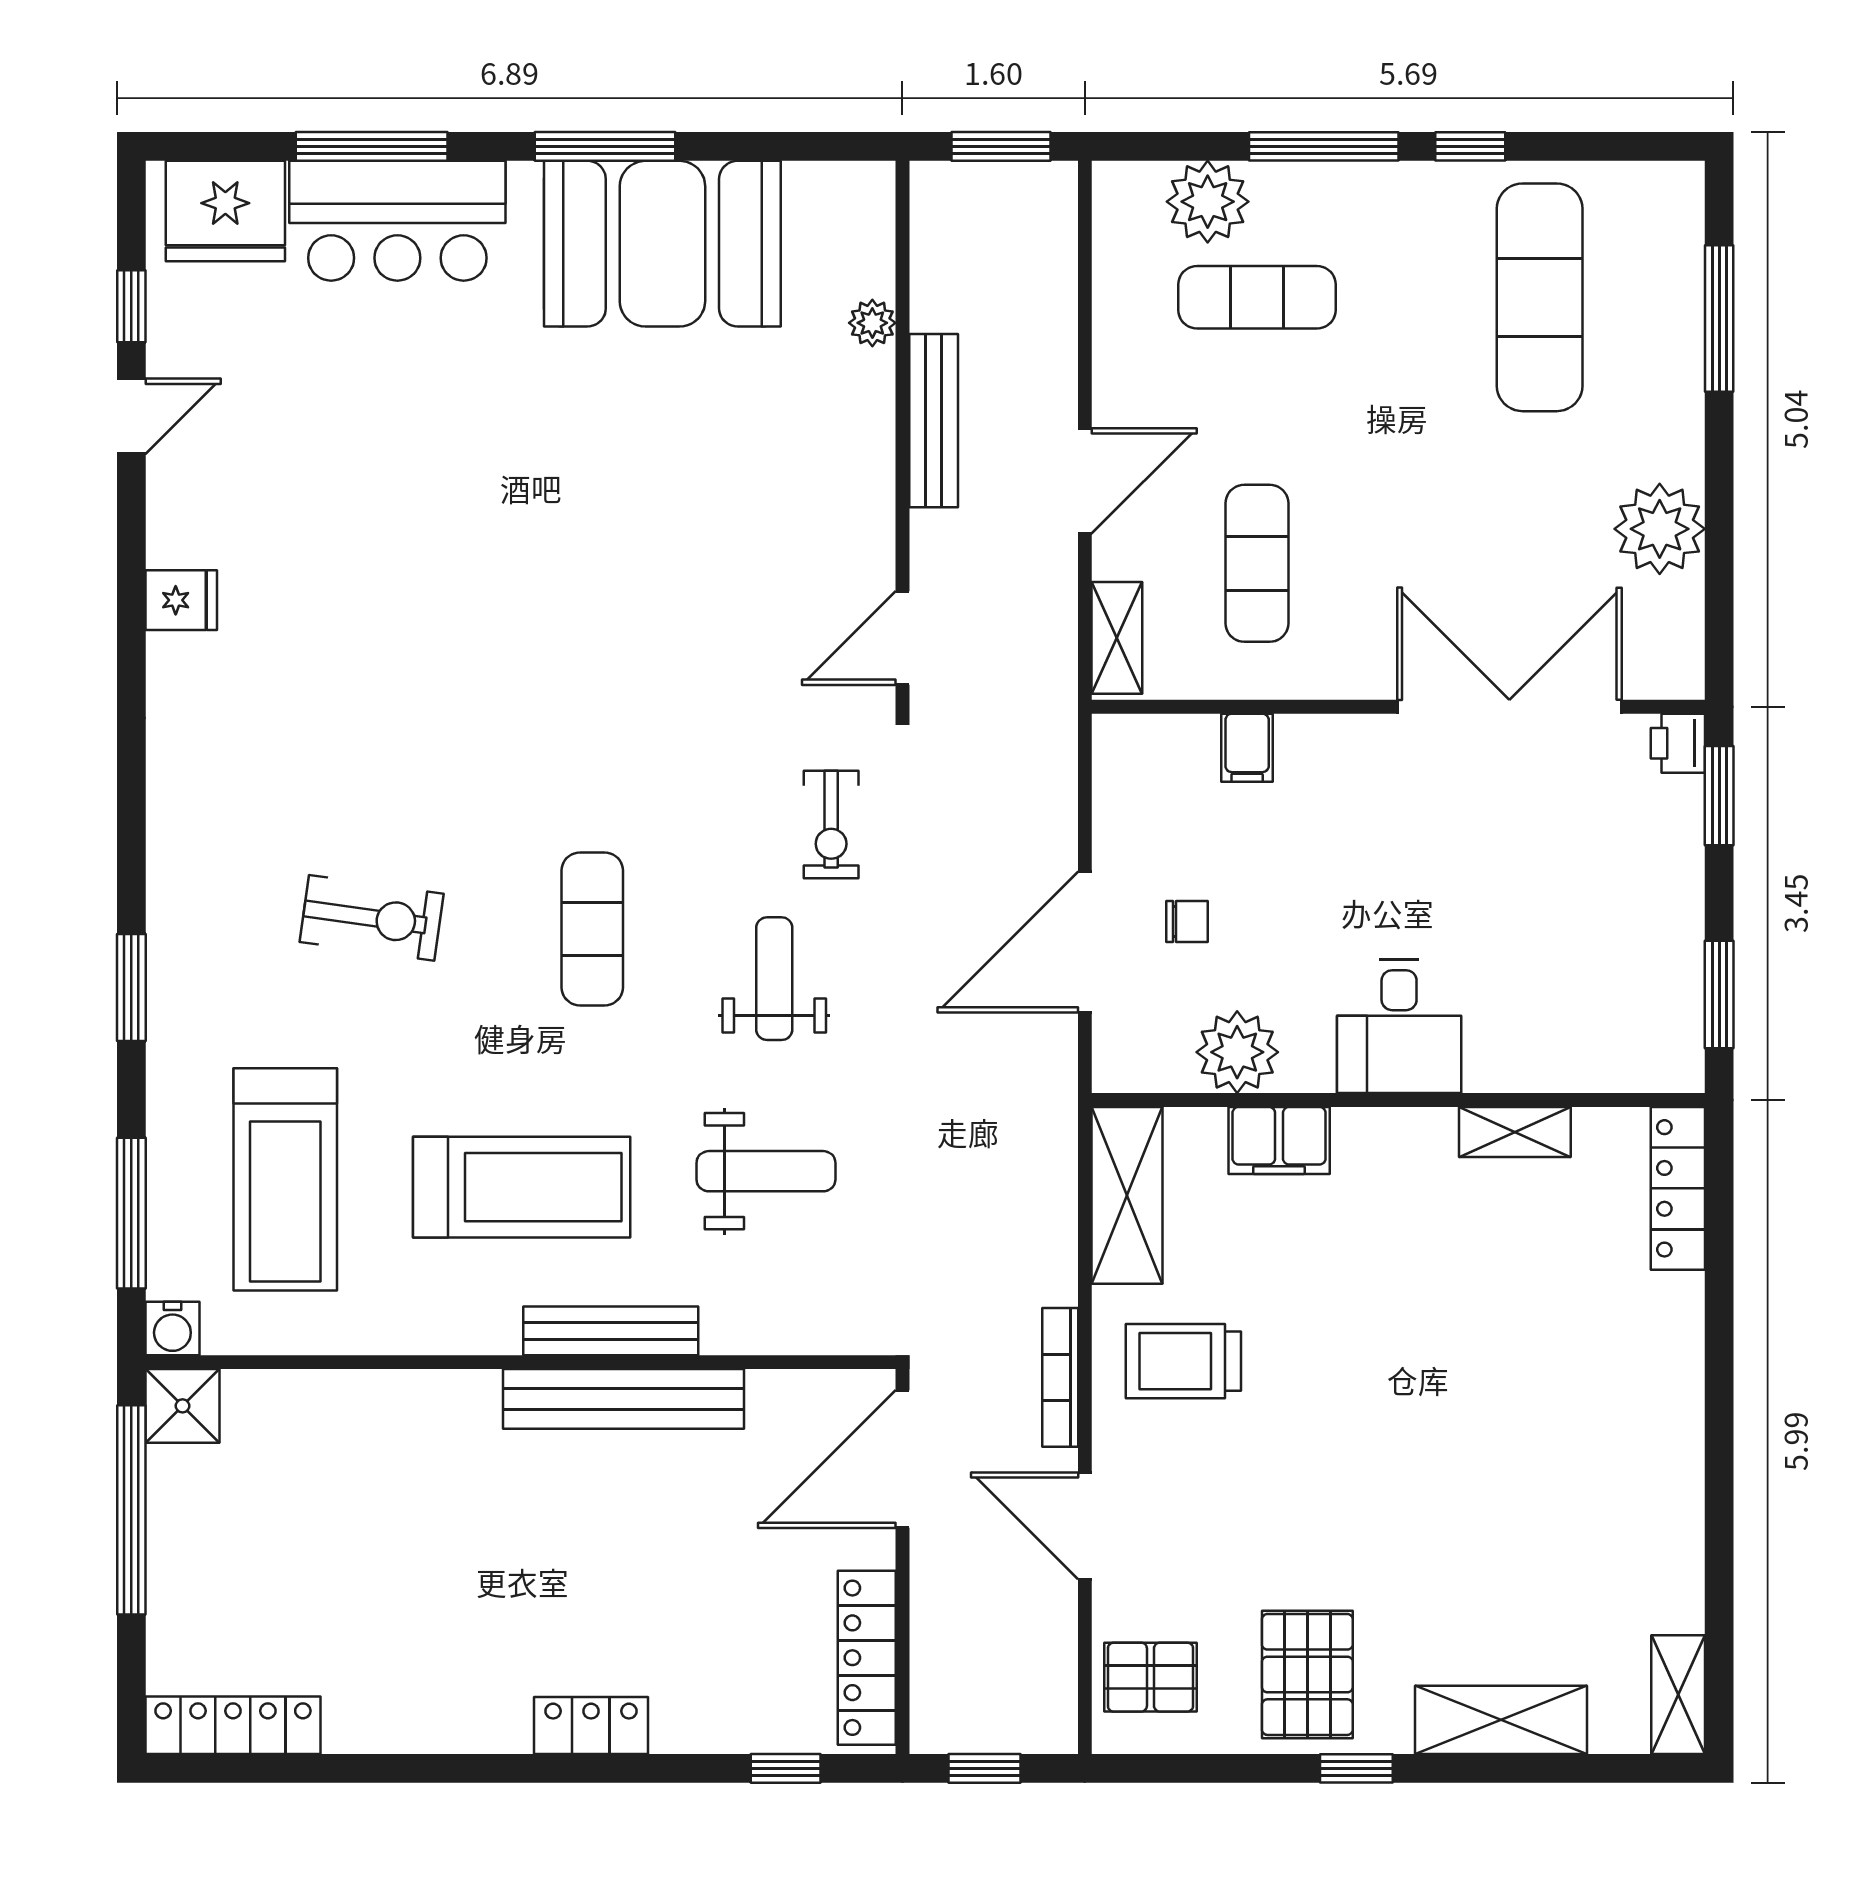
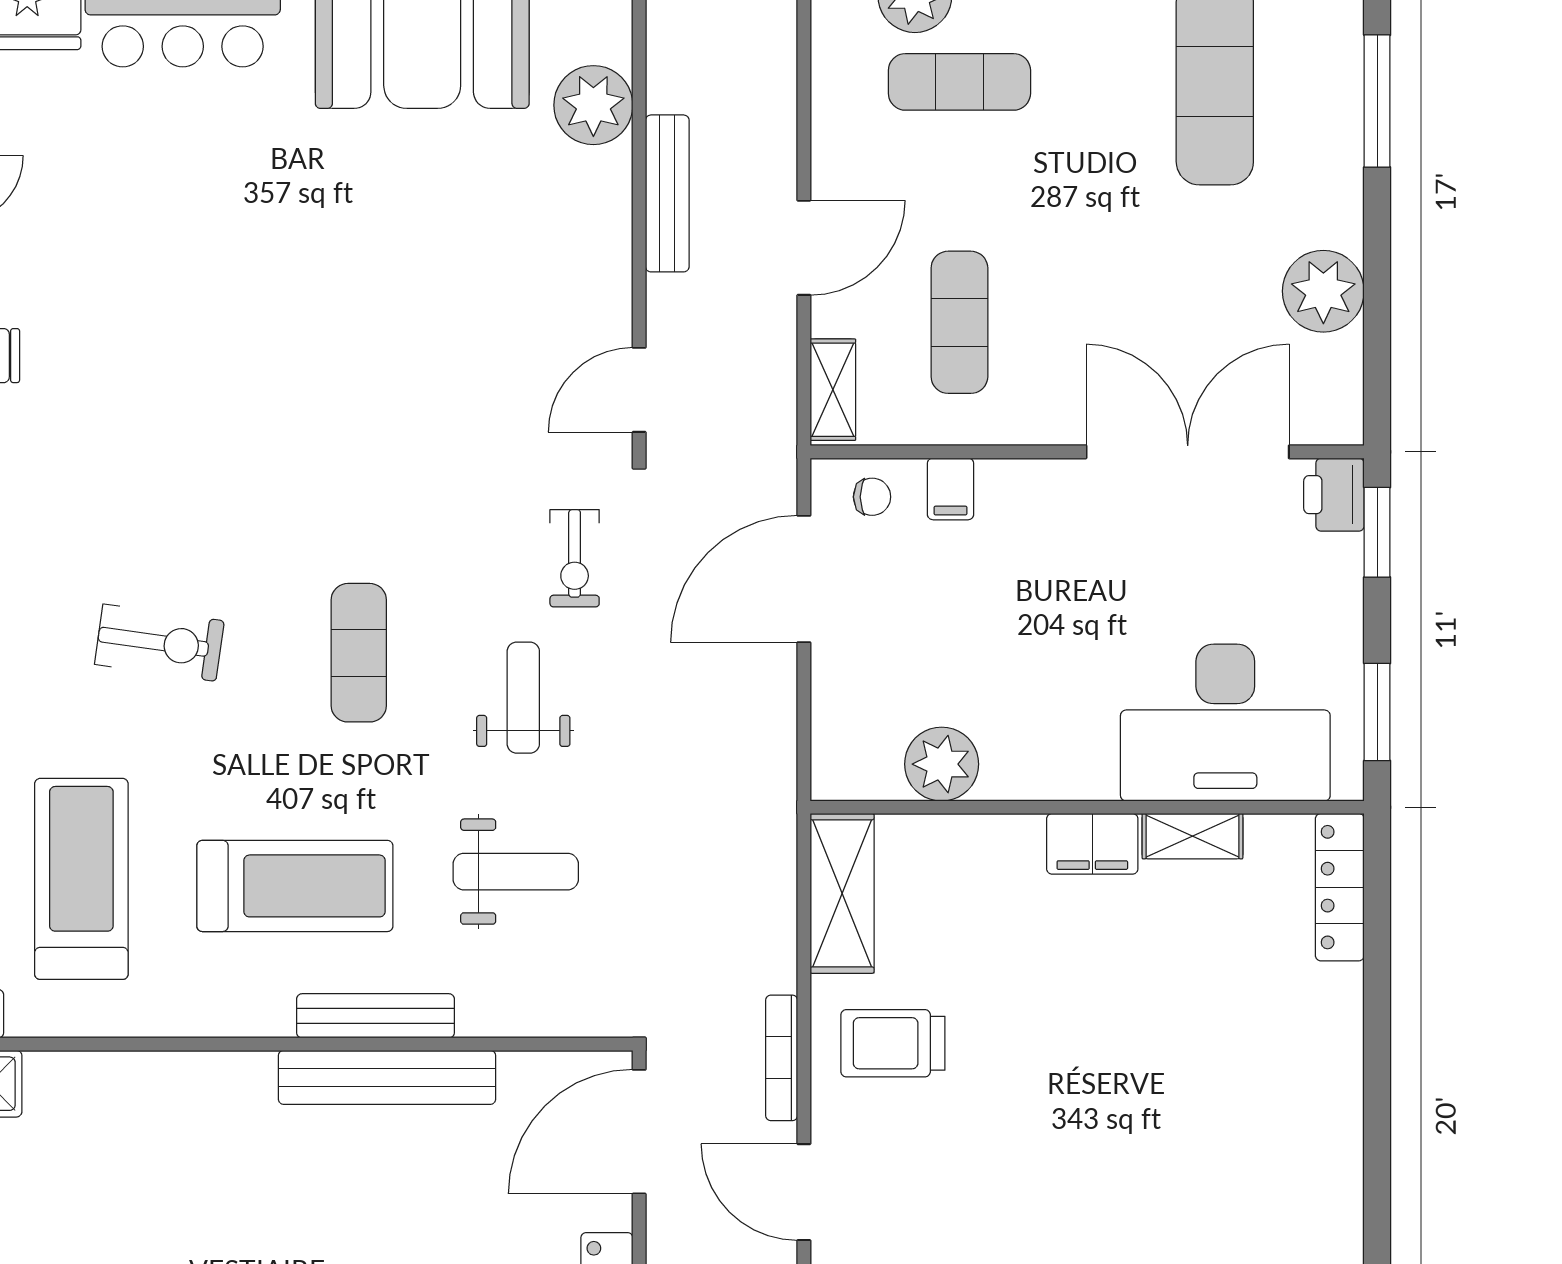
plant: (872, 323) -> (593, 105), width x1.87, depth x1.87
printer: (1678, 743) -> (1334, 495), width x1.36, depth x1.24
chair: (1187, 921) -> (872, 497), moved
door: (1085, 942) -> (804, 579), moved
desk: (1399, 1026) -> (1225, 723), moved, width x1.87, depth x1.30
filing cabinet: (1279, 1140) -> (1092, 844), moved
treadmill: (285, 1179) -> (81, 879), turned 180

